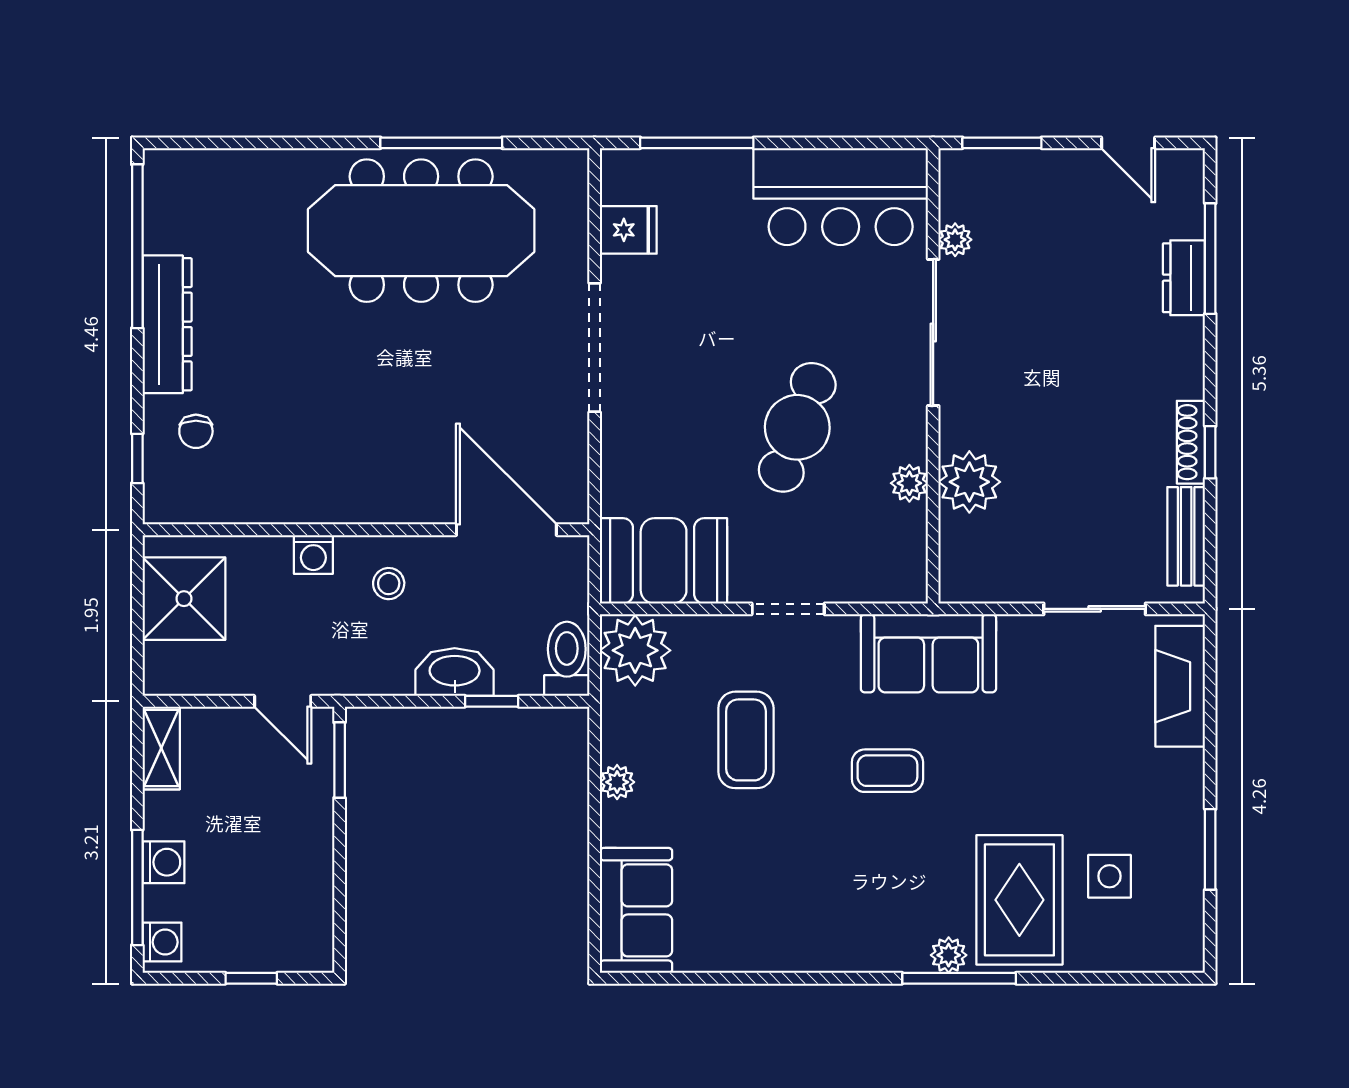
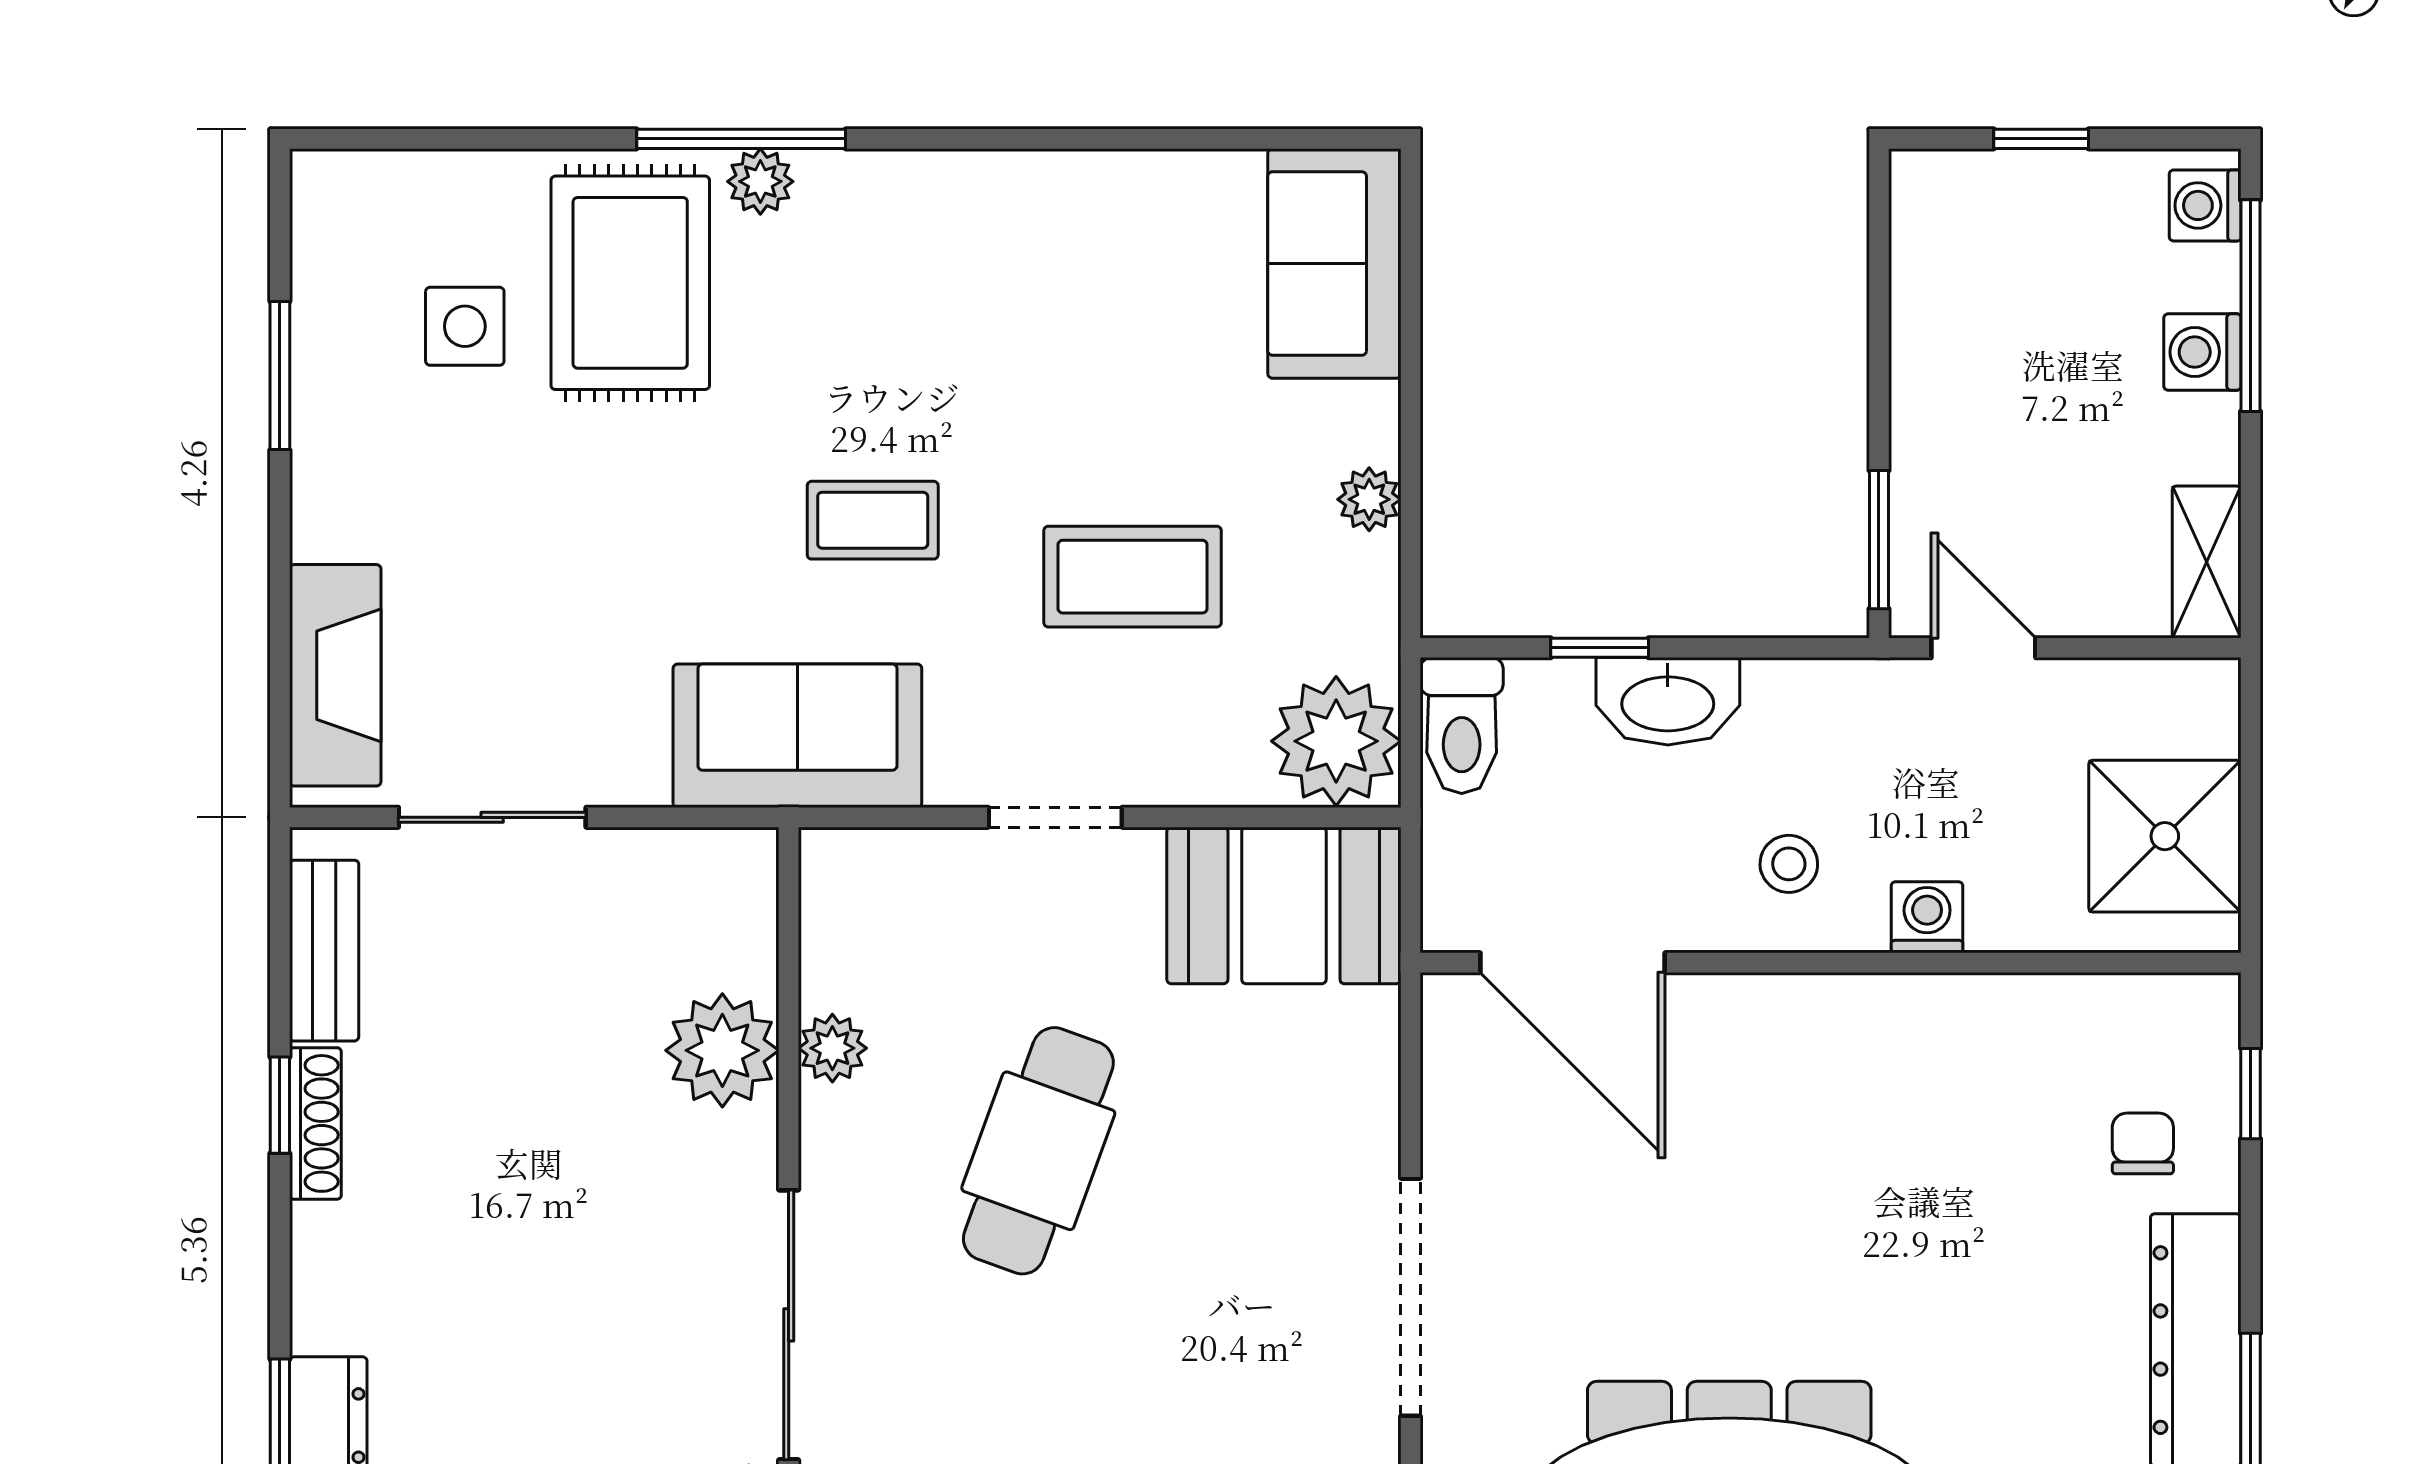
coffee table: (746, 740) -> (1133, 577), turned 90

